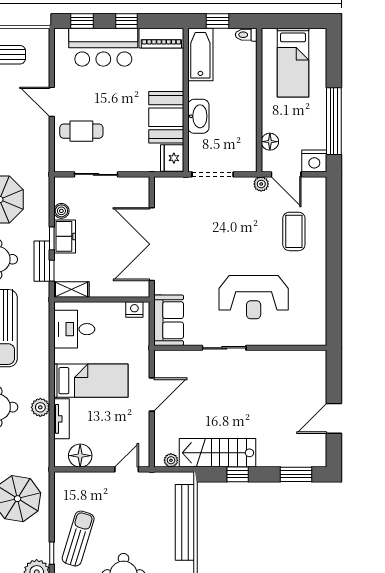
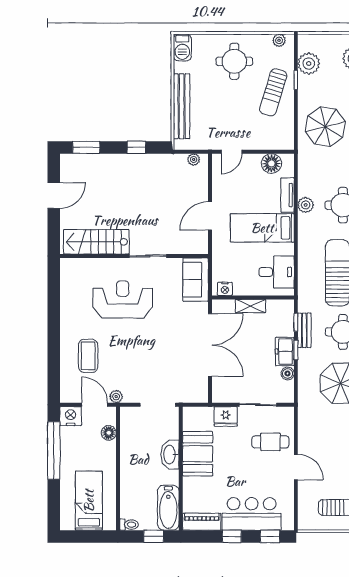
fridge: (172, 158) -> (226, 417), moved, turned 90
shelving: (71, 289) -> (250, 306), moved
stairs: (217, 453) -> (96, 242), moved, turned 180

